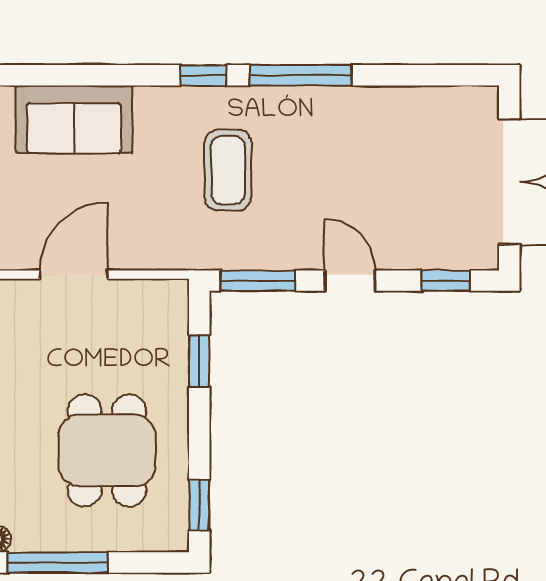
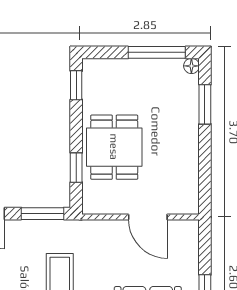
door: (74, 275) -> (148, 217), hinge flipped
dining table: (107, 450) -> (114, 147), moved

